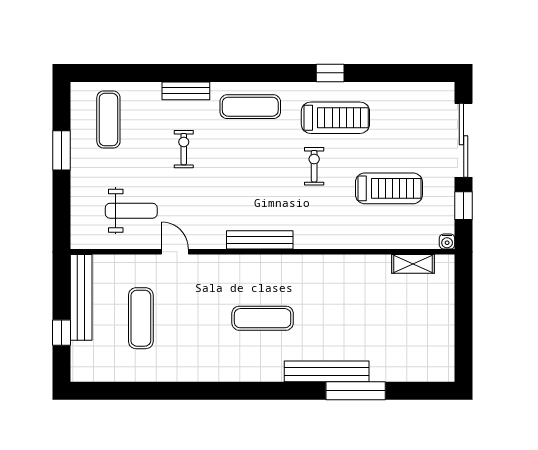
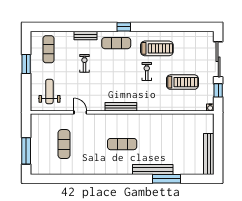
window: (330, 73) -> (124, 27), moved
weight bench: (131, 211) -> (49, 91), moved, turned -90
shelving: (413, 264) -> (194, 118), removed
bench: (81, 297) -> (209, 154), moved
window: (62, 333) -> (26, 151), width x2.17

